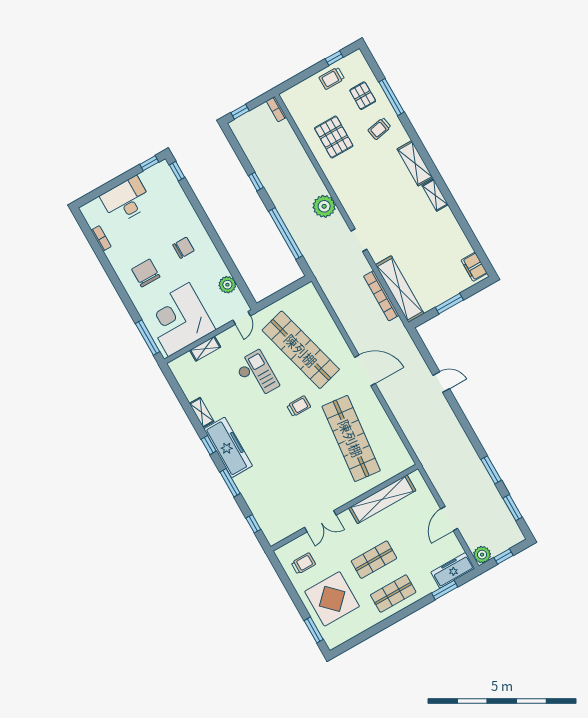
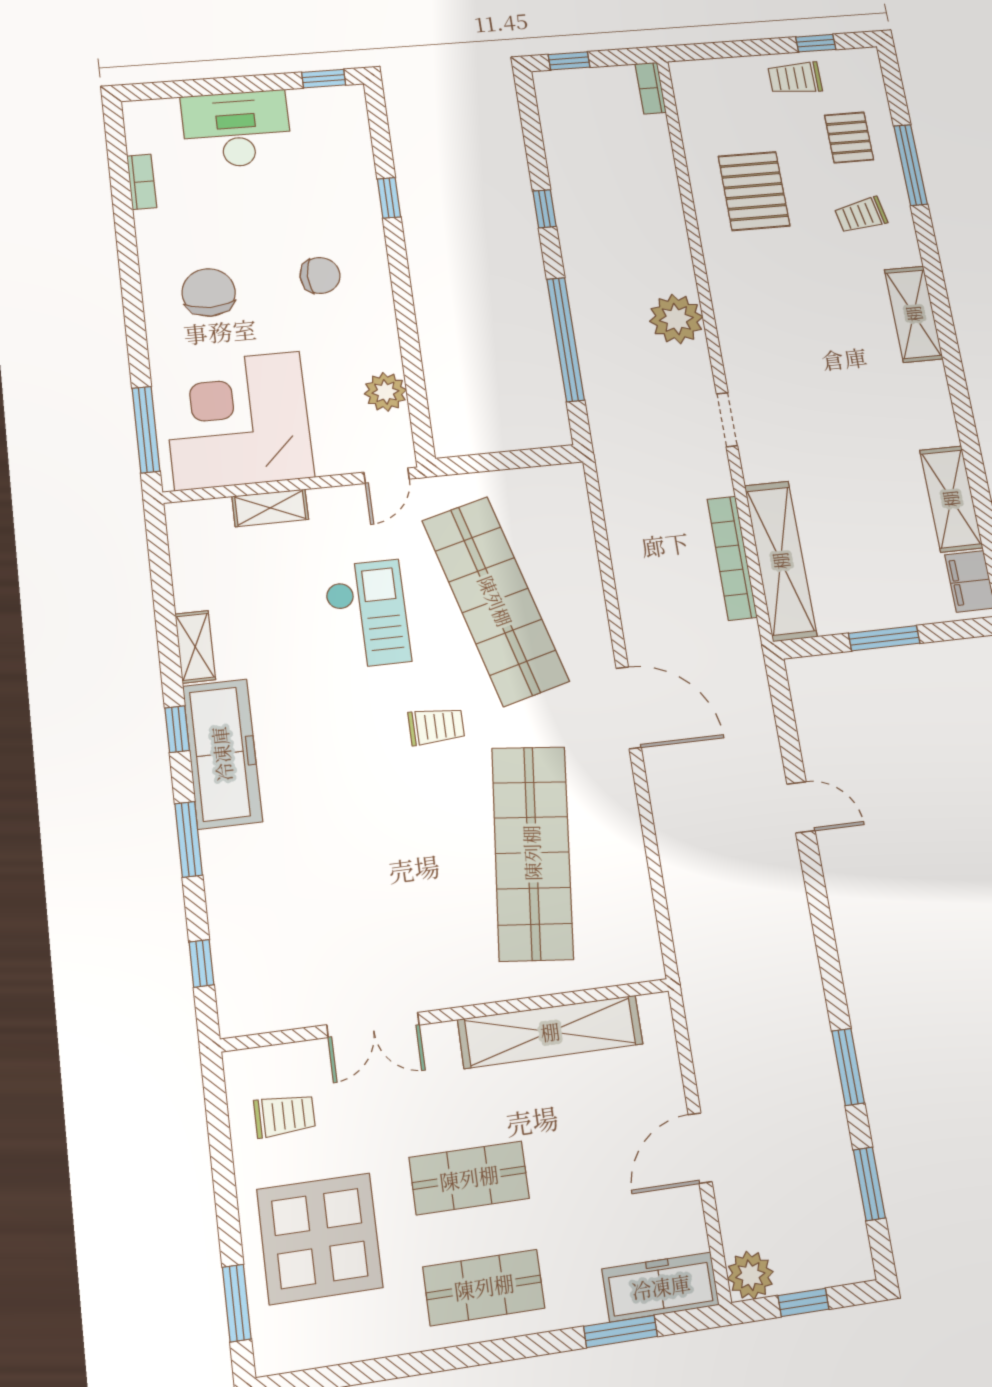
window: (177, 171) -> (389, 198), moved
shelving: (435, 195) -> (951, 499), moved, width x1.50, depth x1.33

